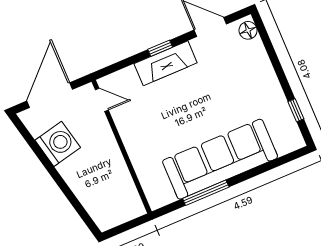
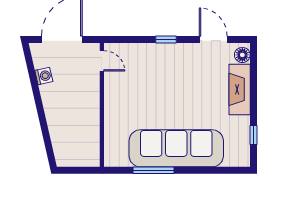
fireplace: (166, 63) -> (240, 89), moved, turned 90
washing machine: (58, 144) -> (44, 76), width x0.53, depth x0.53

